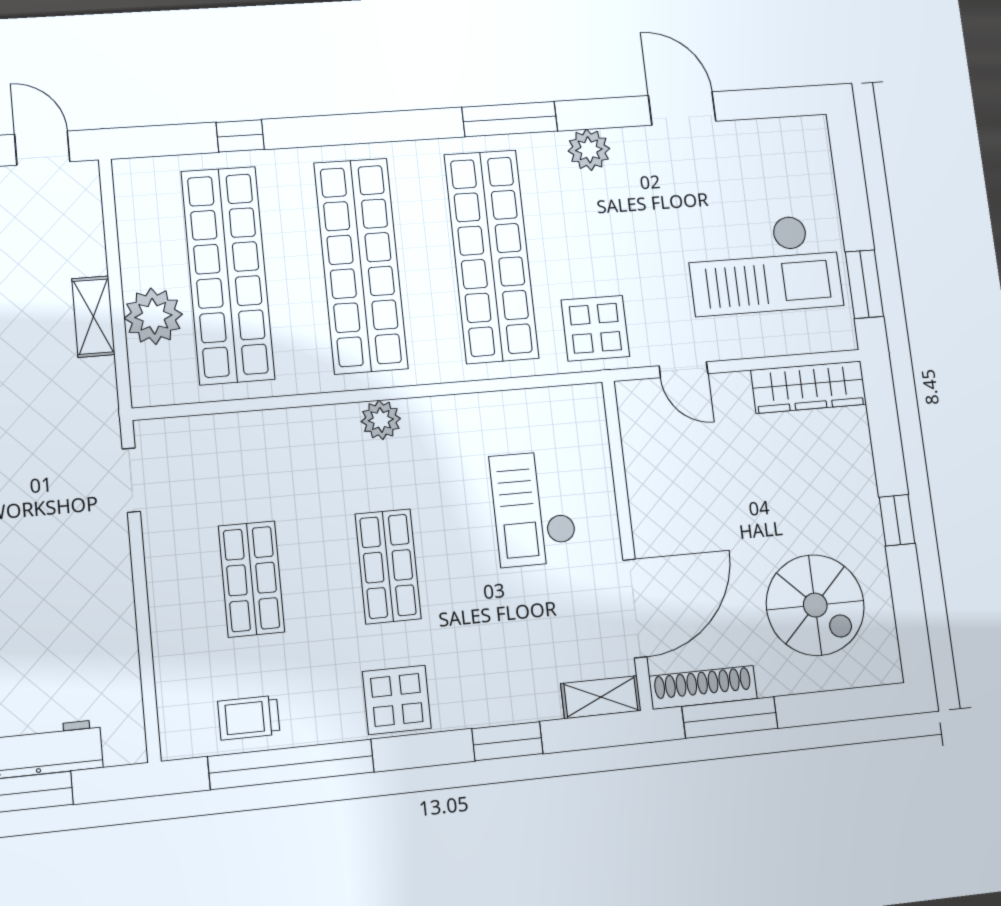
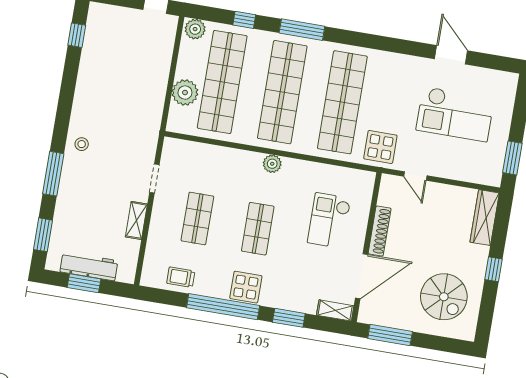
window: (510, 119) -> (302, 30), moved
plant: (589, 150) -> (195, 29), moved
checkout: (764, 265) -> (455, 114), moved
shelving: (93, 317) -> (136, 220), moved
wardrobe: (809, 387) -> (485, 218), moved, turned 90
doorway: (131, 480) -> (154, 179), moved
shoe rack: (703, 687) -> (380, 231), moved, turned 90
window: (291, 764) -> (223, 307), moved

